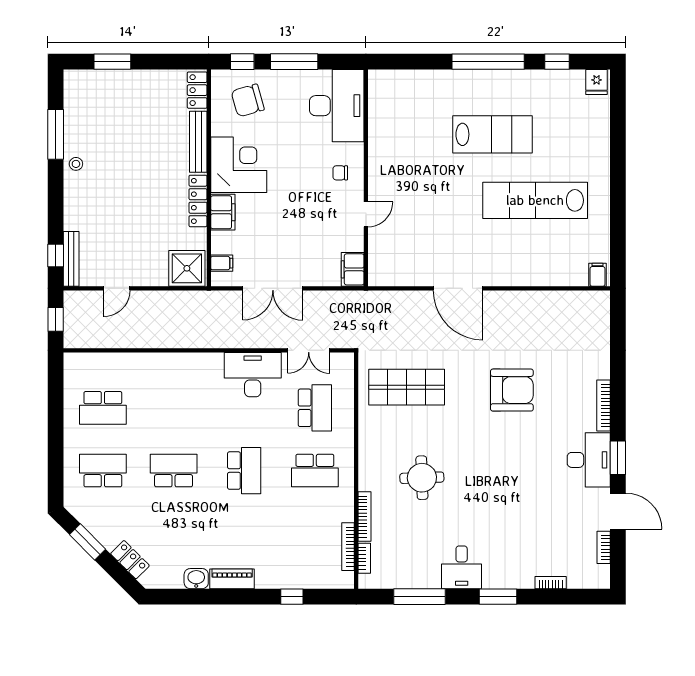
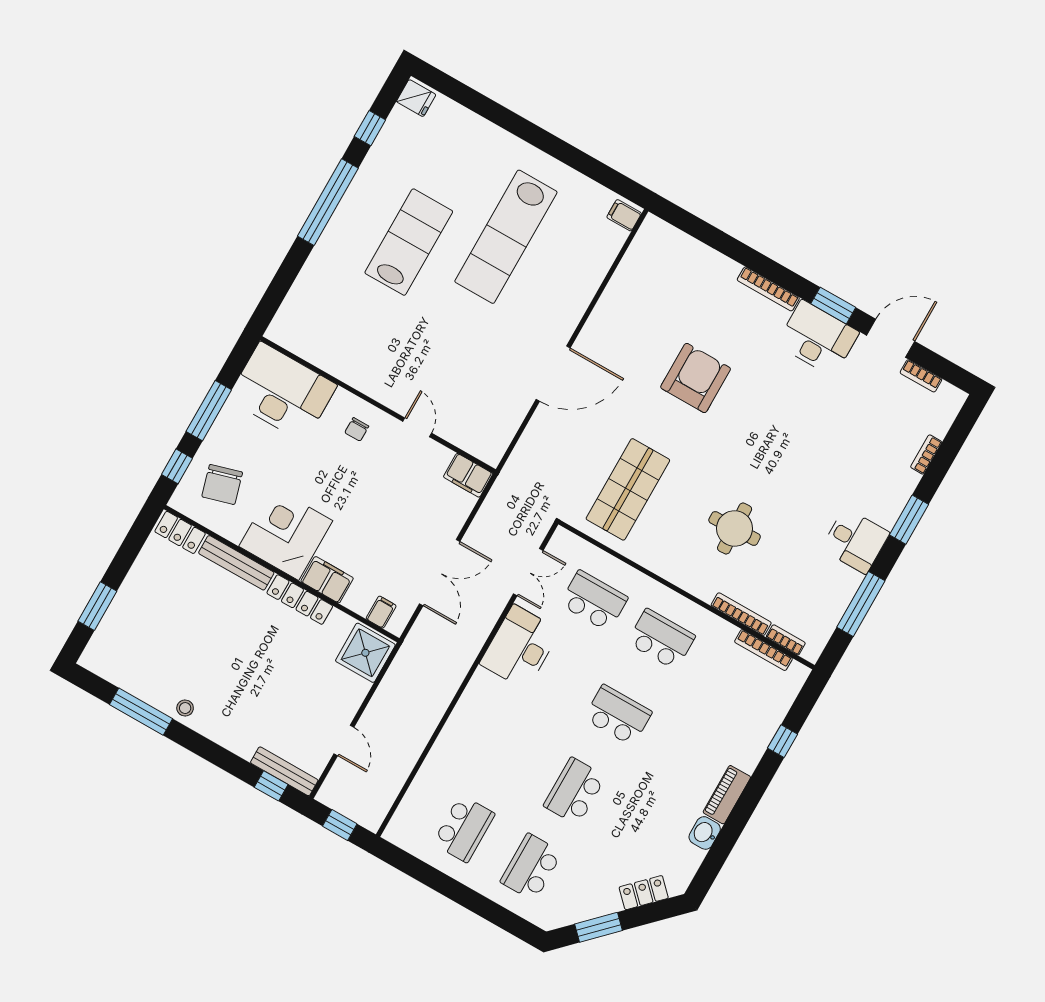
school desk: (315, 471) -> (661, 639), turned -90

